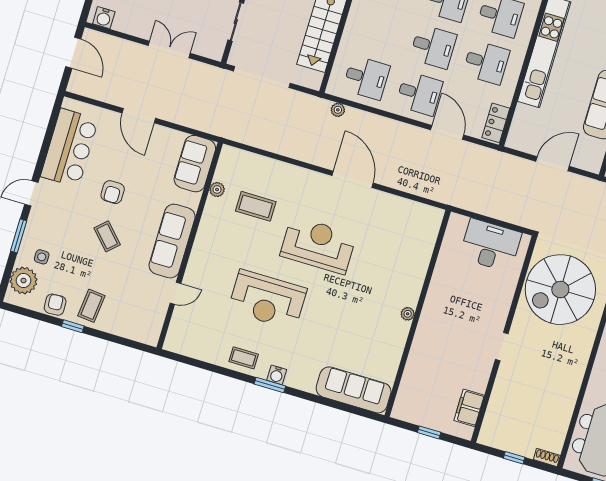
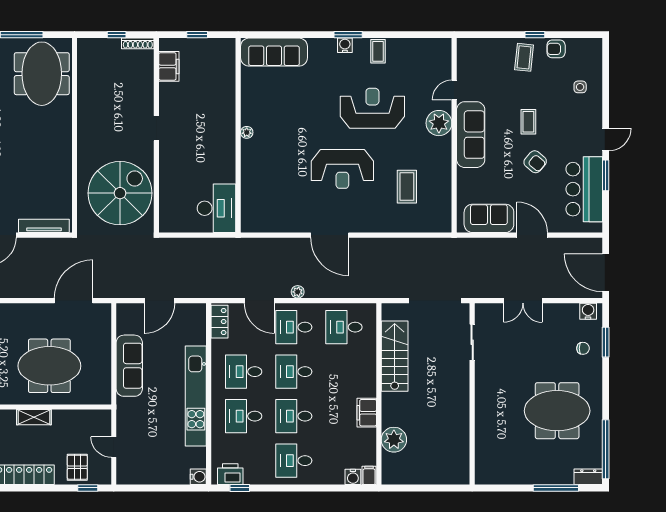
door: (73, 53) -> (606, 273), width x1.36
plant: (338, 110) -> (298, 292), moved
sofa: (195, 164) -> (489, 218), moved, turned -90
plant: (217, 189) -> (439, 123), moved, width x1.87, depth x1.87
armchair: (113, 192) -> (535, 162), turned 130
coffee table: (256, 206) -> (407, 187), turned 90
window: (19, 236) -> (606, 175), moved
coffee table: (107, 236) -> (528, 122), turned 43
desk: (490, 245) -> (216, 208), moved, turned -90
plant: (24, 281) -> (590, 62), removed
armchair: (55, 305) -> (556, 49), turned 93
coffee table: (244, 358) -> (378, 51), turned 90
shoe rack: (547, 458) -> (138, 43), moved, width x1.43

